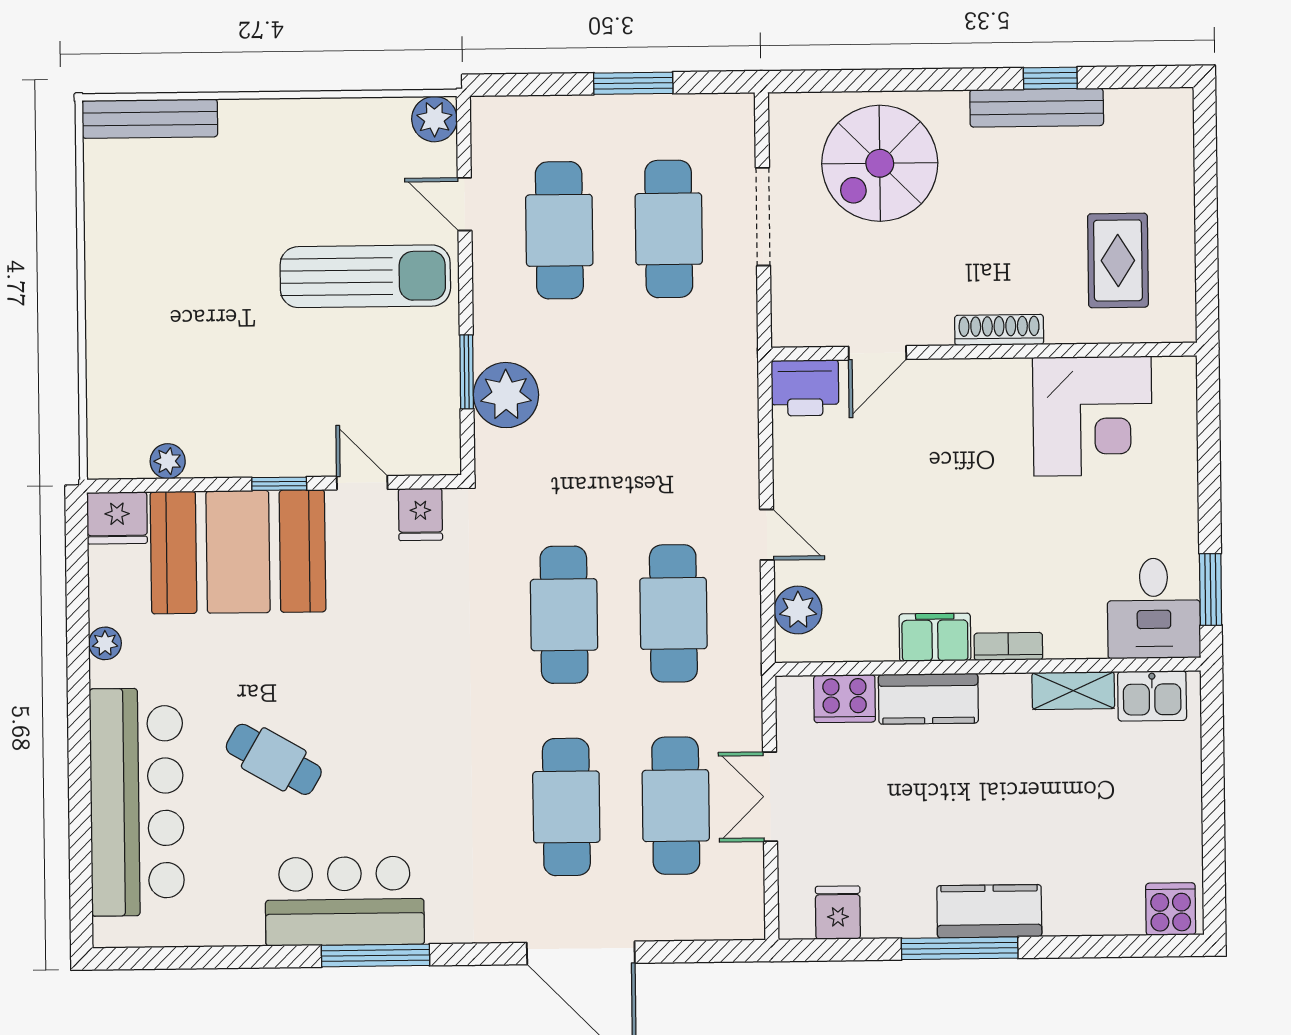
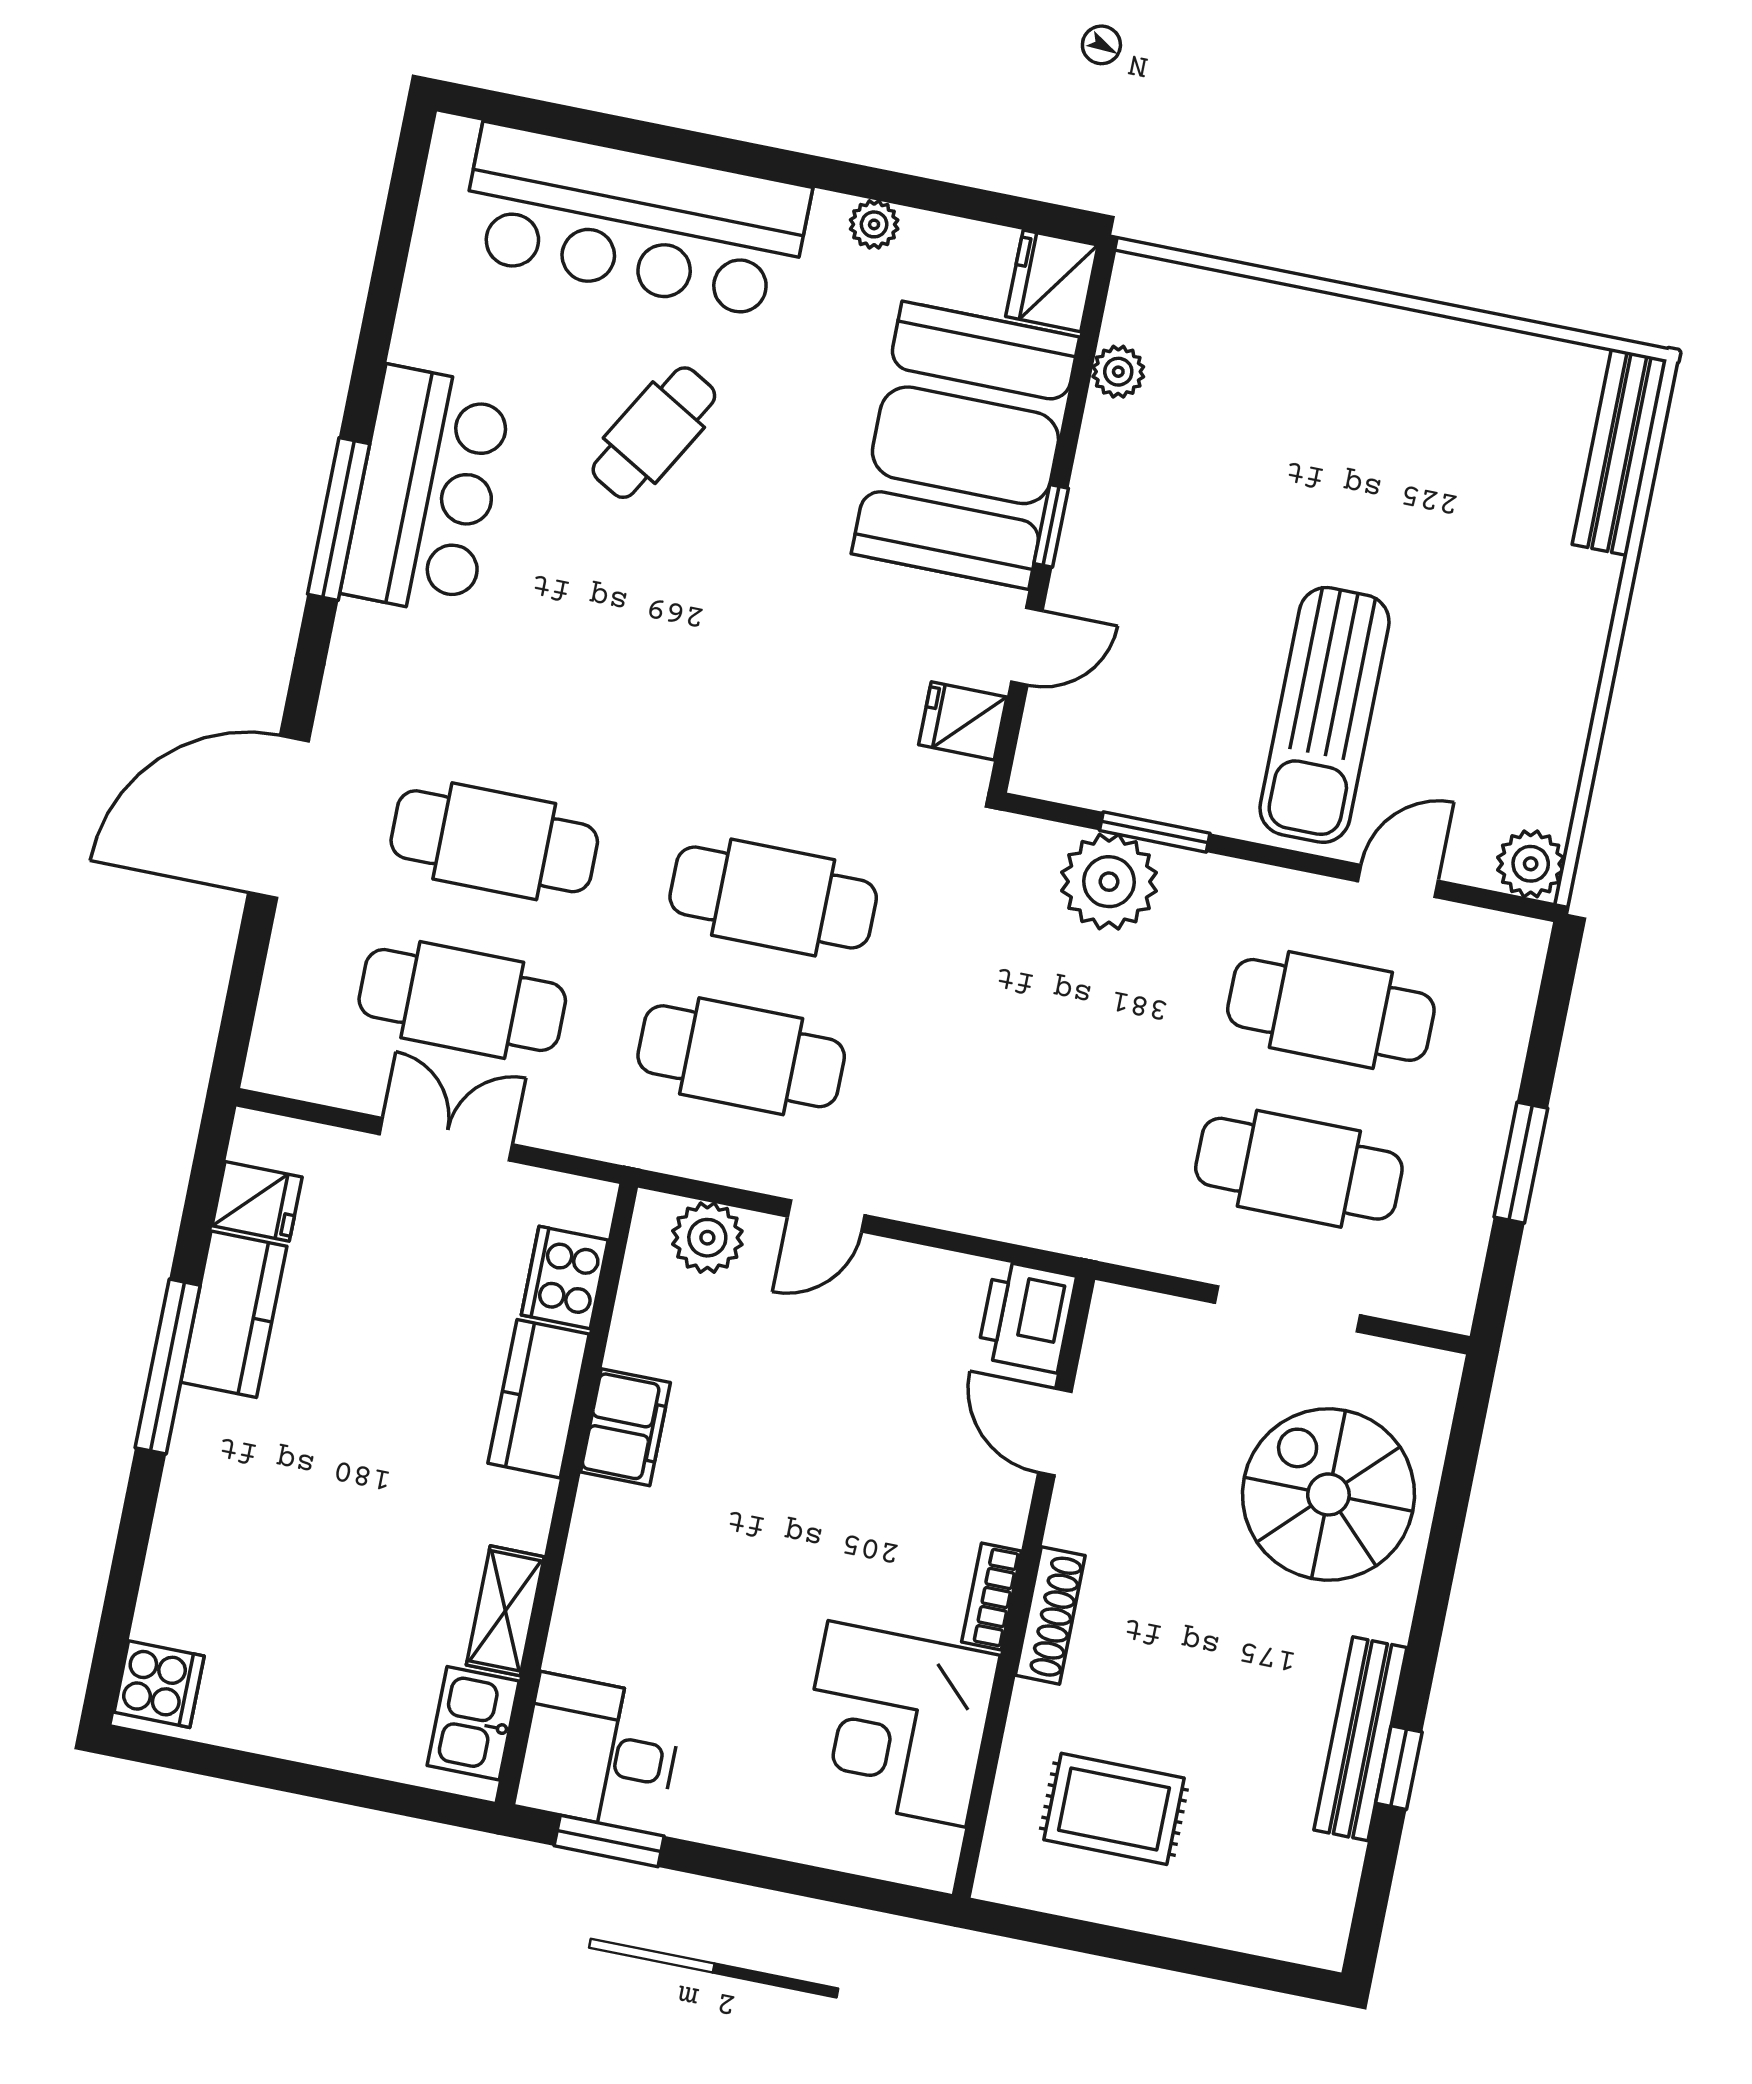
bookcase: (1008, 646) -> (991, 1597), moved, turned 180
kitchen counter: (989, 911) -> (234, 1314), moved

